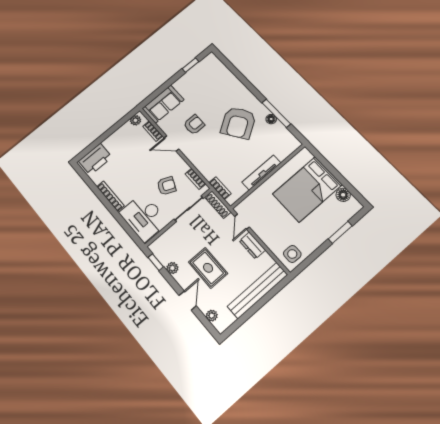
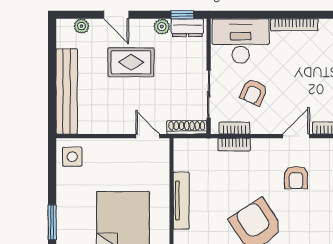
bookcase: (220, 188) -> (234, 144), moved
dresser: (252, 245) -> (187, 28), moved, turned 180

